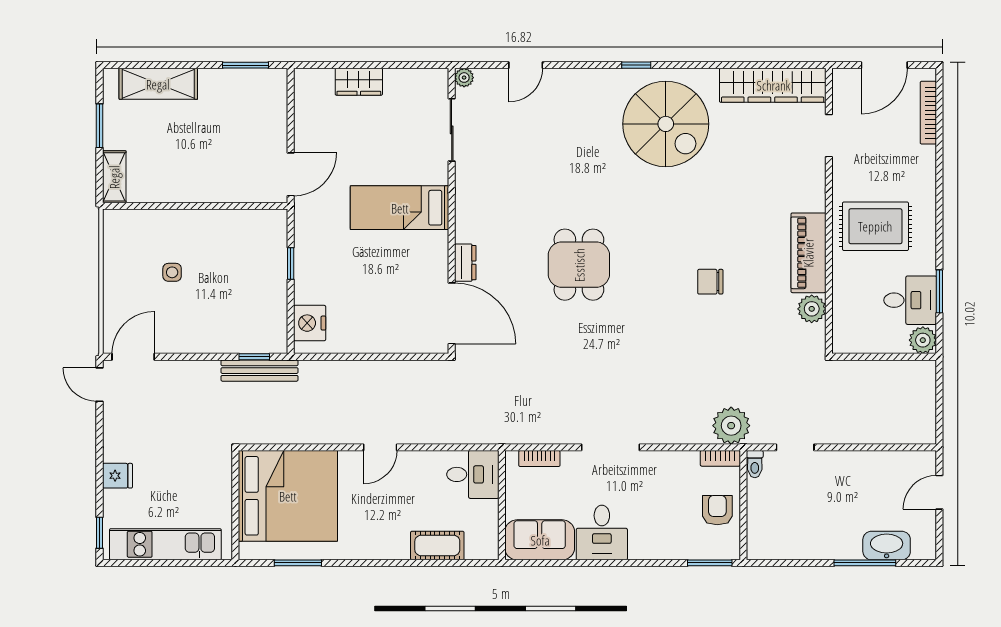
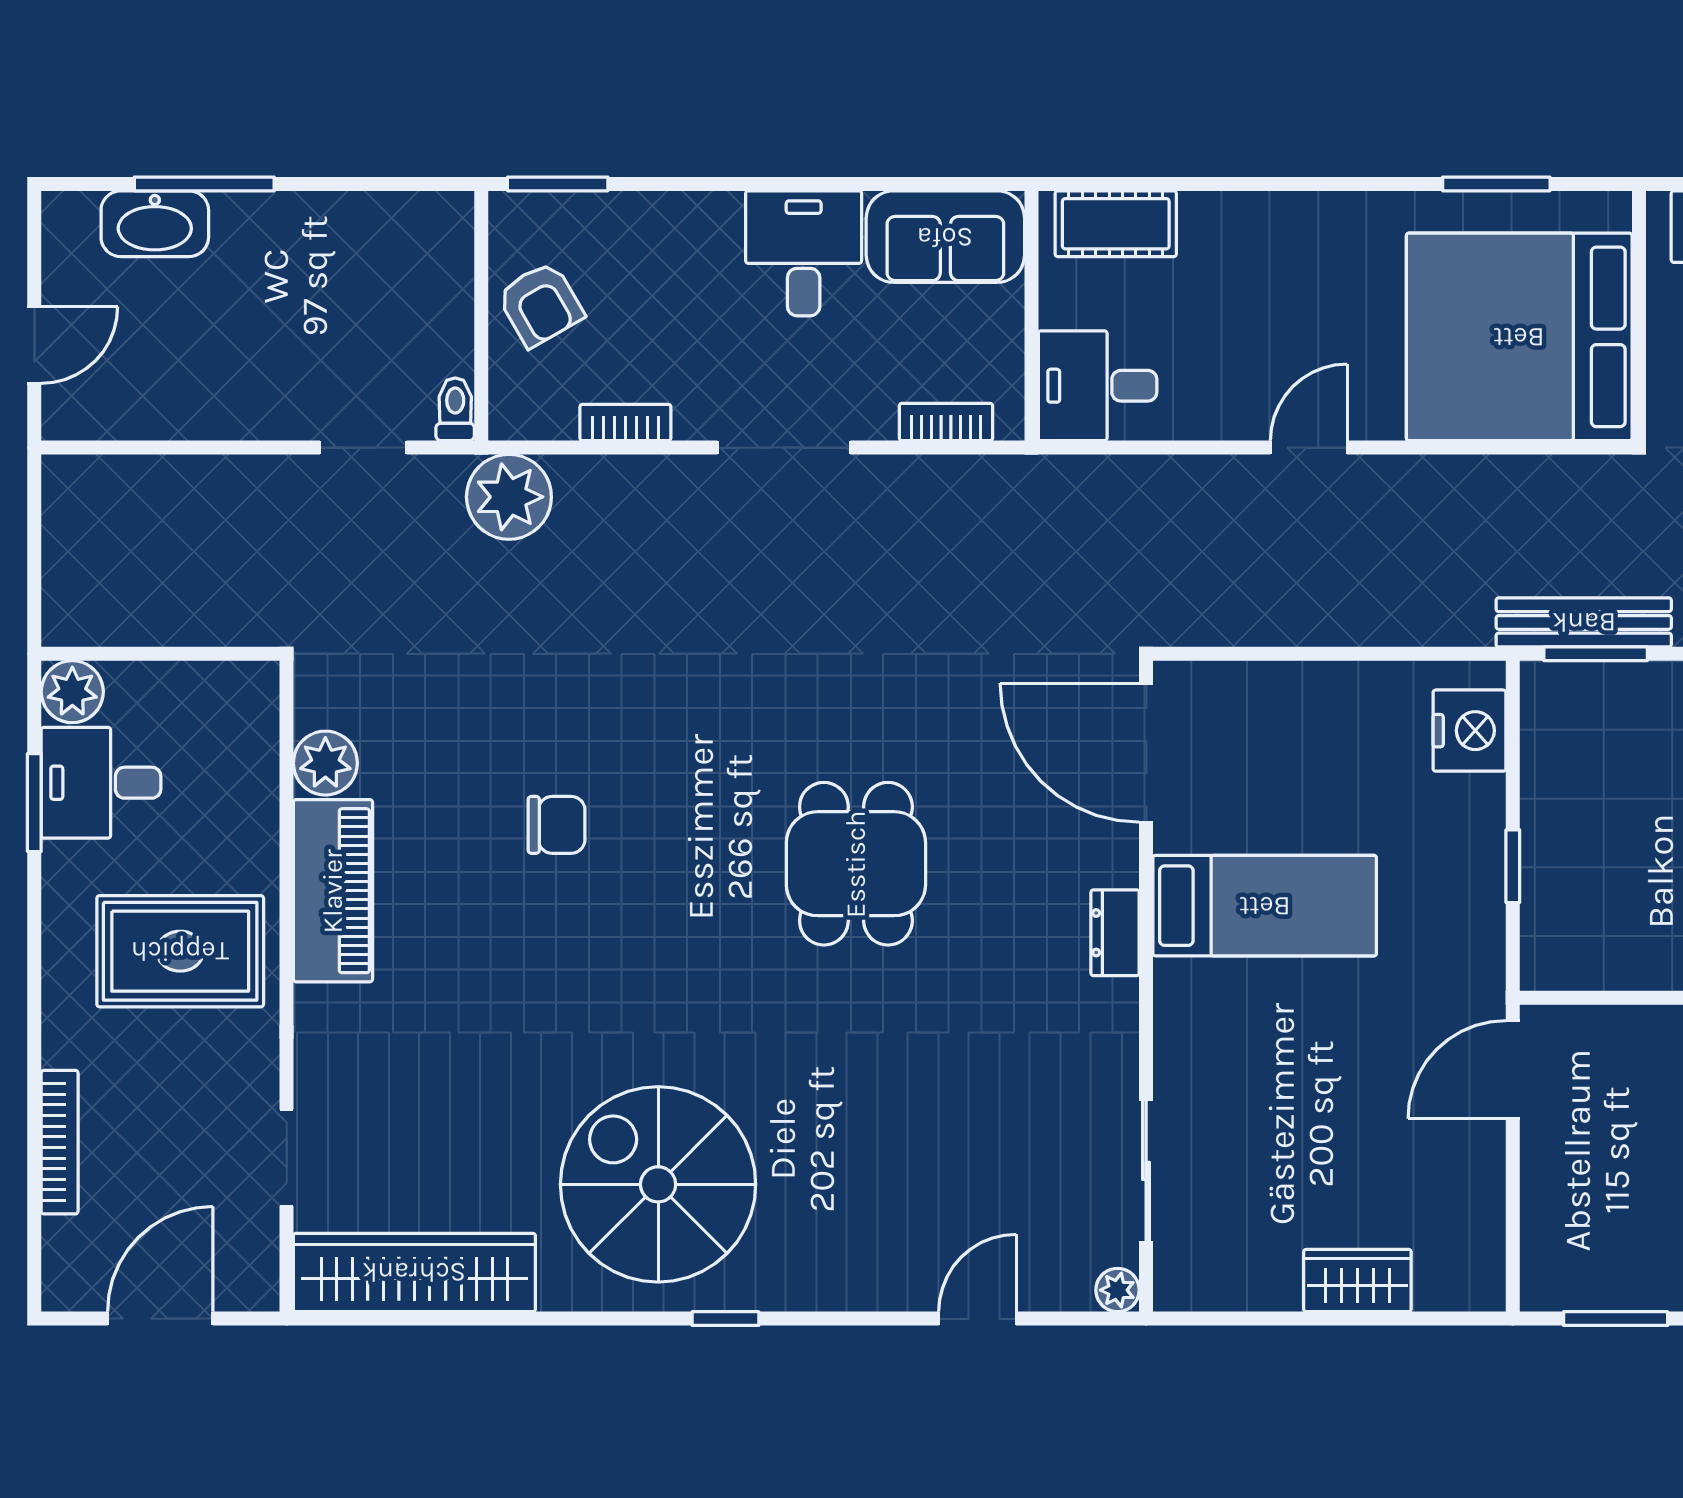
bookcase: (928, 113) -> (60, 1142), moved
bed: (400, 208) -> (1265, 906), moved
dresser: (465, 263) -> (1115, 933), moved
window: (254, 357) -> (1596, 654), width x1.50
bookcase: (720, 458) -> (625, 422), moved
armchair: (717, 510) -> (540, 304), turned -30
cot: (437, 545) -> (1116, 224), moved

